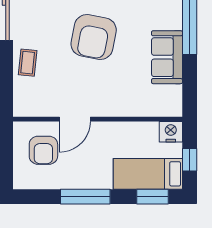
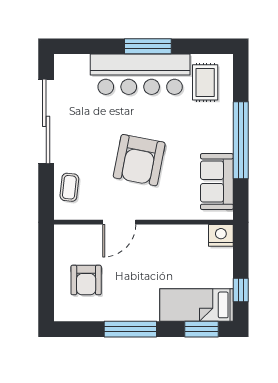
door: (75, 119) -> (119, 222), moved
wall: (98, 119) -> (143, 222), moved
nightstand: (171, 132) -> (221, 235), moved

